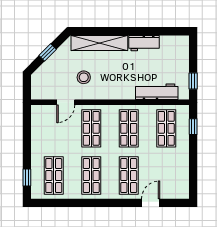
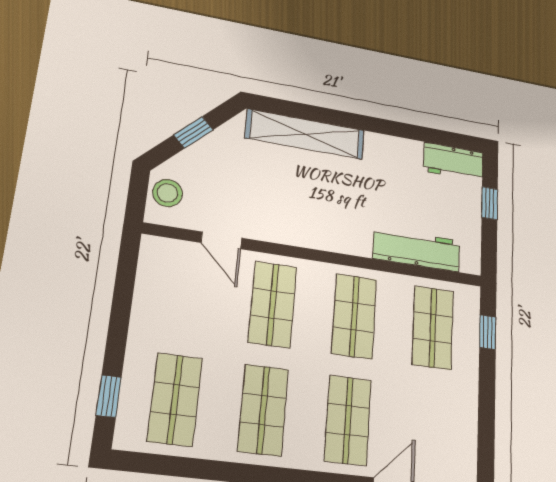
workbench: (144, 43) -> (453, 162), moved
stool: (84, 77) -> (168, 193), moved
window: (193, 81) -> (490, 203), moved
door: (66, 102) -> (222, 240), hinge flipped

